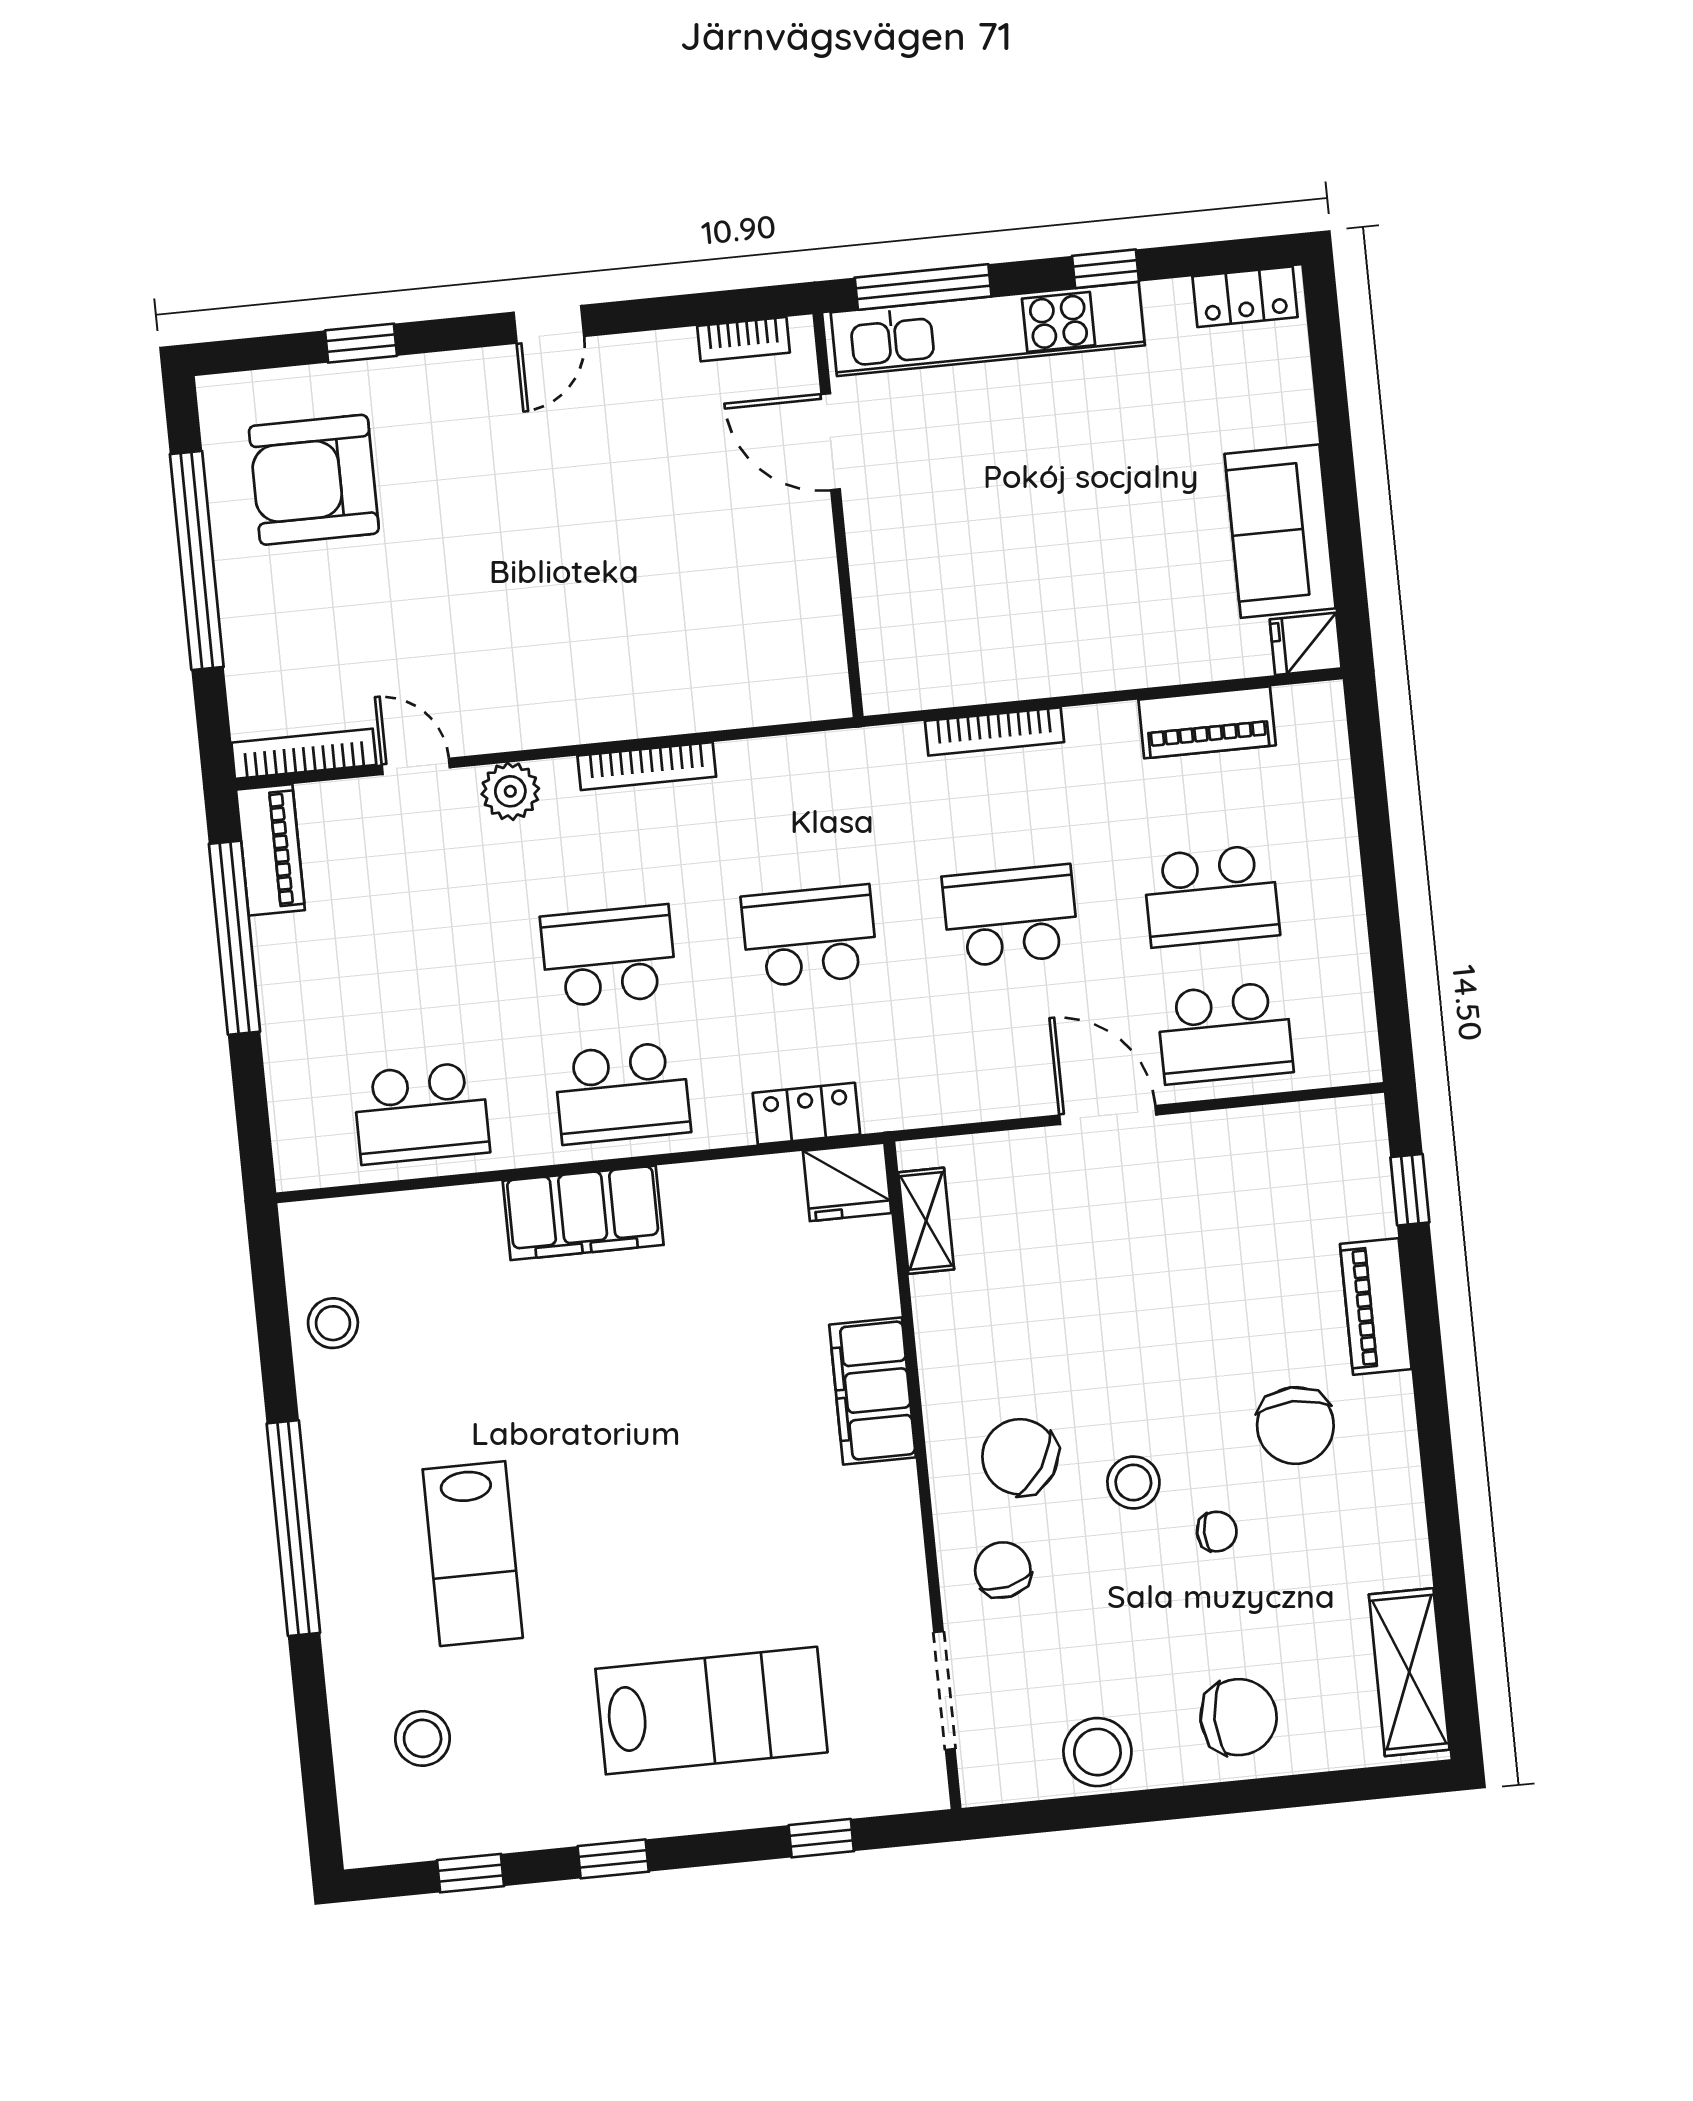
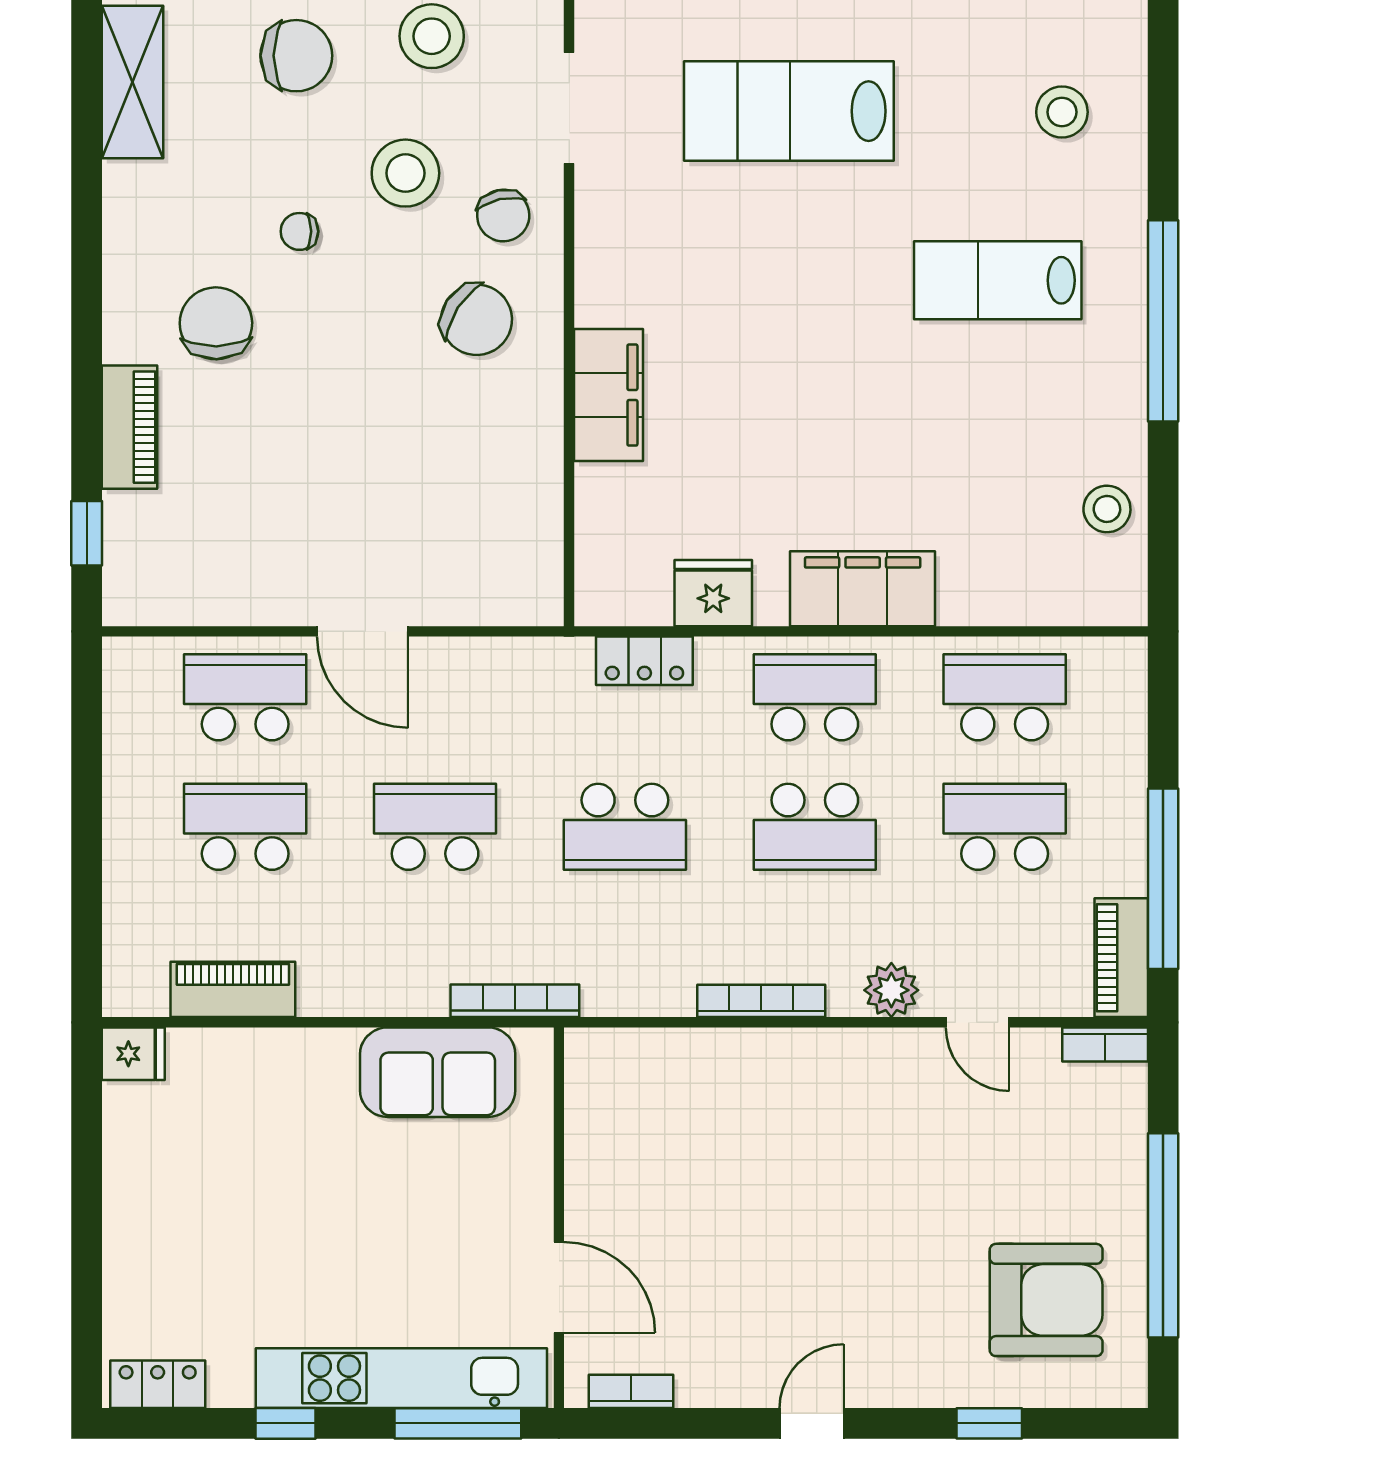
sofa: (1280, 531) -> (438, 1072), moved, turned 90
bookcase: (995, 731) -> (515, 1001), moved
bookcase: (304, 754) -> (1105, 1045), width x0.64
school desk: (1010, 916) -> (435, 827), turned 180
school desk: (408, 976) -> (1005, 827), added
fridge: (847, 1182) -> (713, 593), moved
shelving: (926, 1221) -> (542, 549), removed
stool: (1133, 1482) -> (405, 173), moved, width x1.38, depth x1.38
lab bench: (473, 1554) -> (998, 280), turned -90
chair: (1239, 1717) -> (296, 56), turned 180

